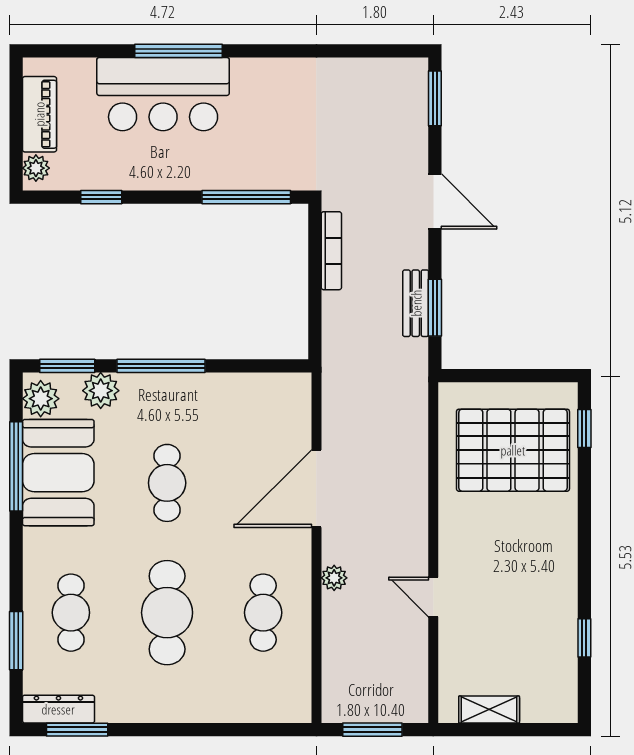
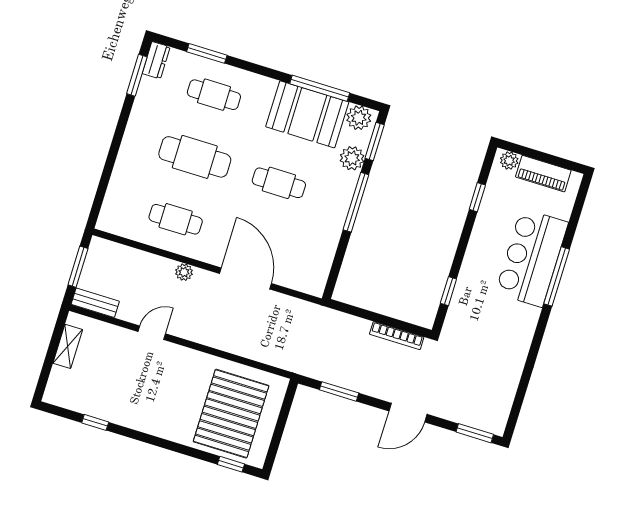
window: (246, 197) -> (448, 291), width x0.46
bench: (416, 303) -> (95, 303), moved
dresser: (58, 709) -> (156, 60), width x0.70

